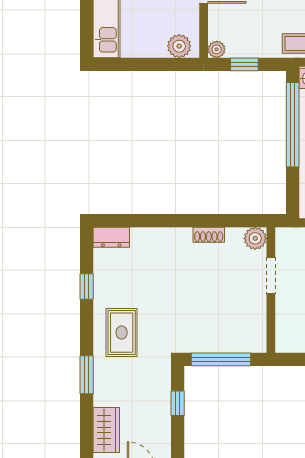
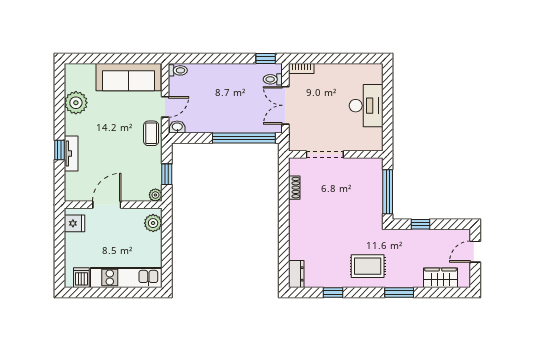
window: (293, 125) -> (244, 138), moved
shoe rack: (209, 235) -> (294, 188), moved
plant: (255, 238) -> (297, 166), removed
doorway: (271, 276) -> (325, 154), width x1.38

